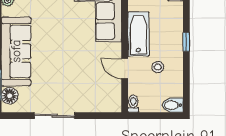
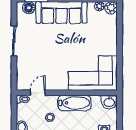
door: (125, 69) -> (38, 93), moved

